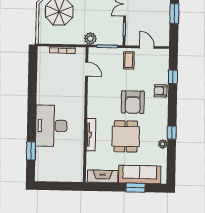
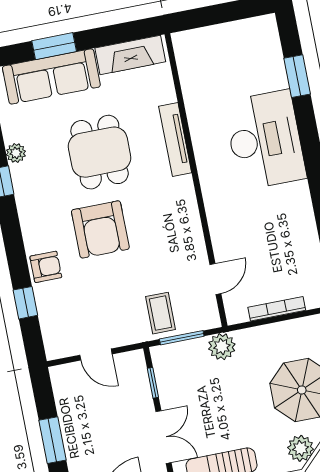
coffee table: (129, 60) -> (160, 313), moved
door: (87, 69) -> (215, 279), swing flipped
armchair: (133, 102) -> (100, 229), turned 180

